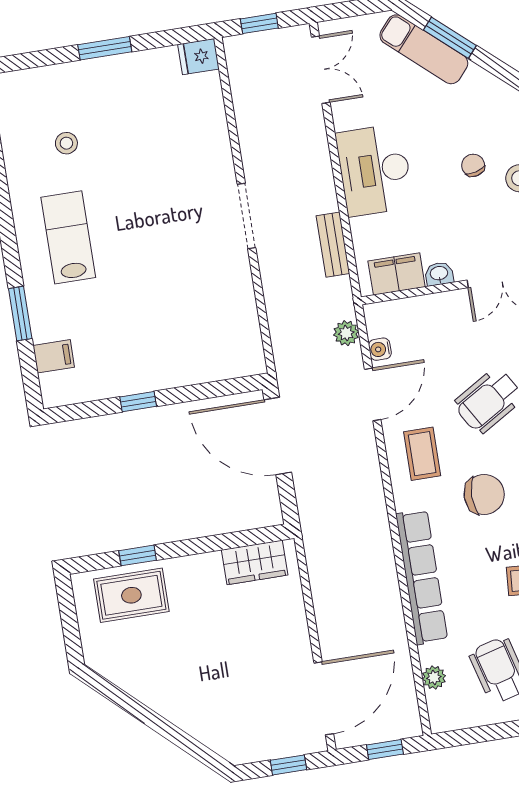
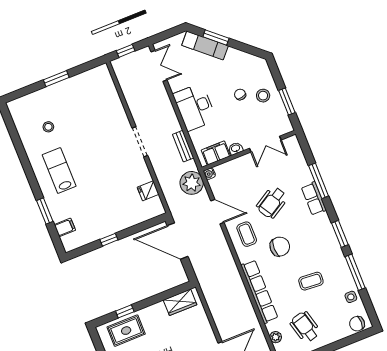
fridge: (199, 57) -> (148, 191), moved
plant: (346, 333) -> (192, 183), width x1.88, depth x1.88
water cooler: (380, 349) -> (210, 174), moved
door: (373, 394) -> (217, 212), hinge flipped

